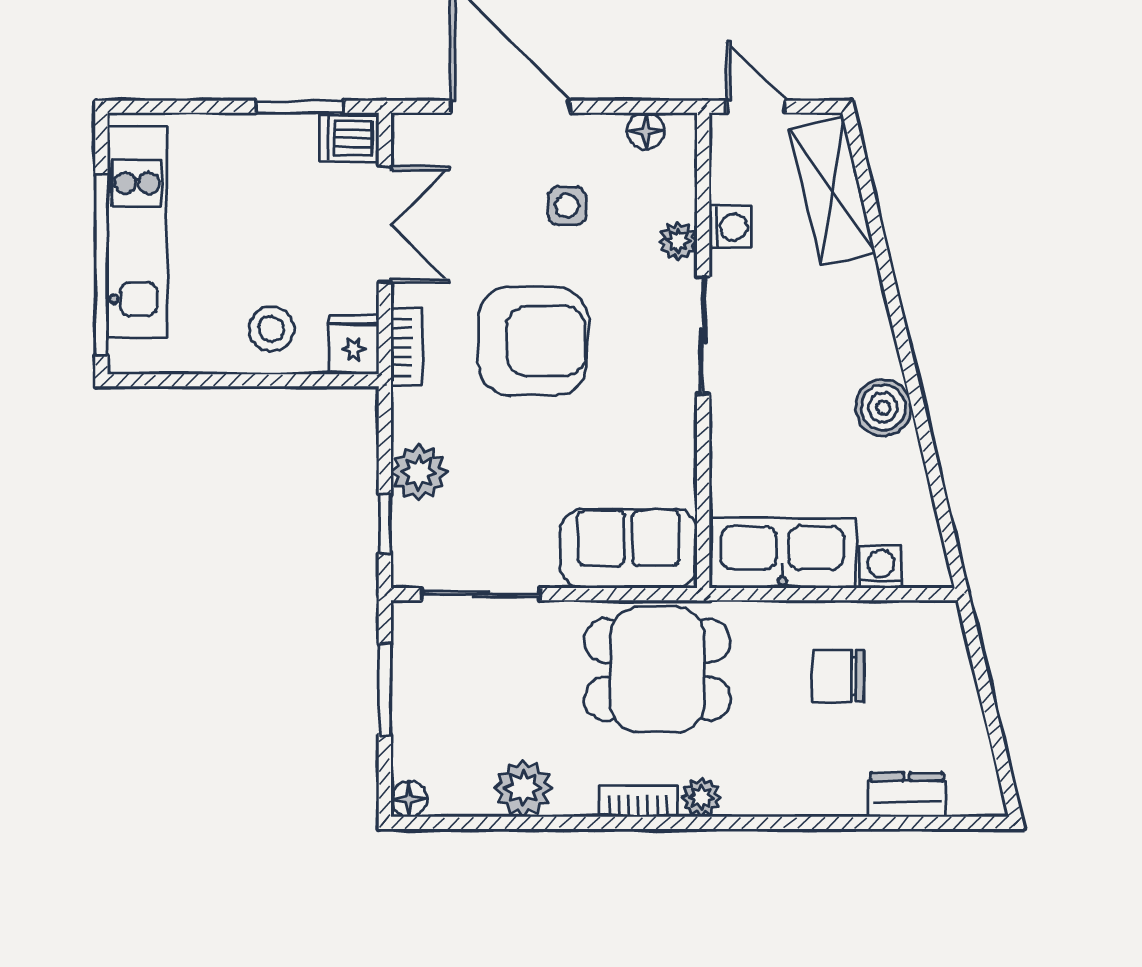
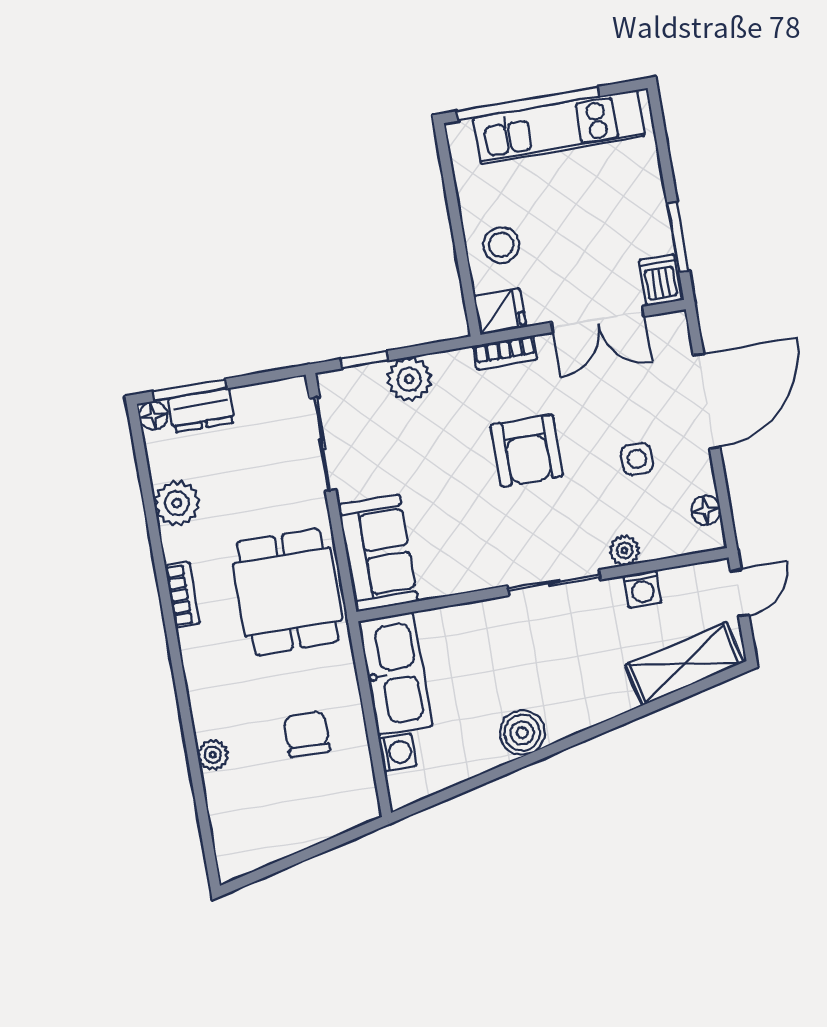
armchair: (533, 341) -> (527, 451), width x0.73, depth x0.73
window: (385, 689) -> (190, 390), moved
dresser: (907, 795) -> (201, 410), moved, turned 90
plant: (701, 797) -> (213, 755), moved

